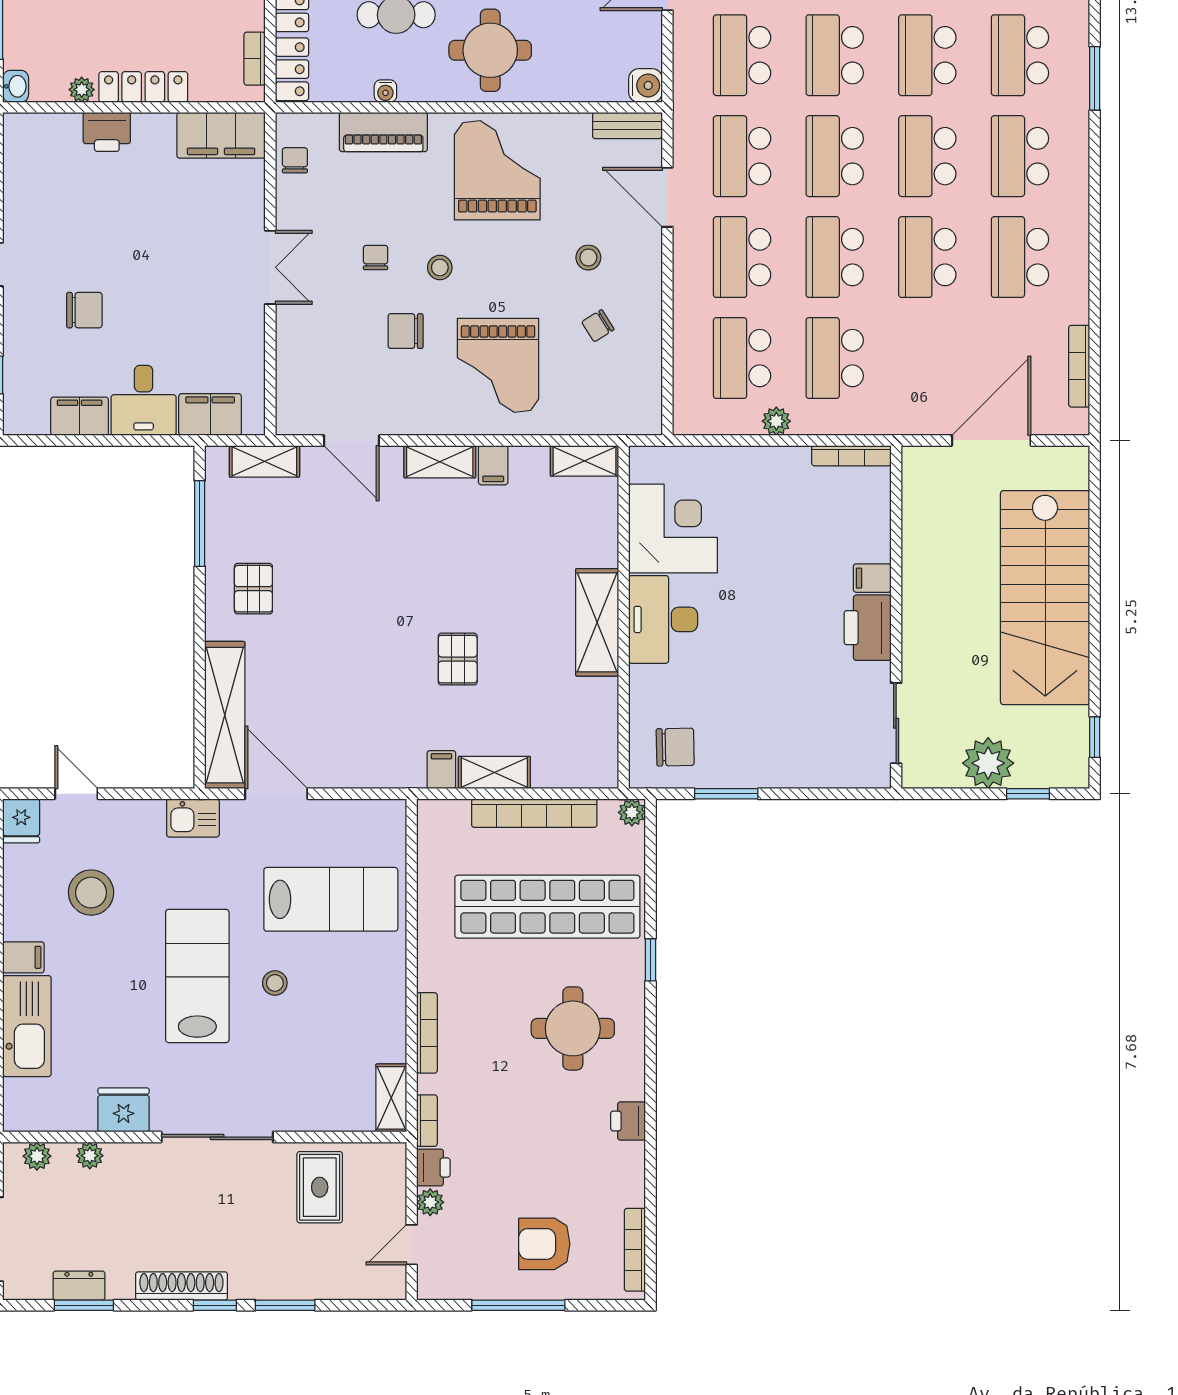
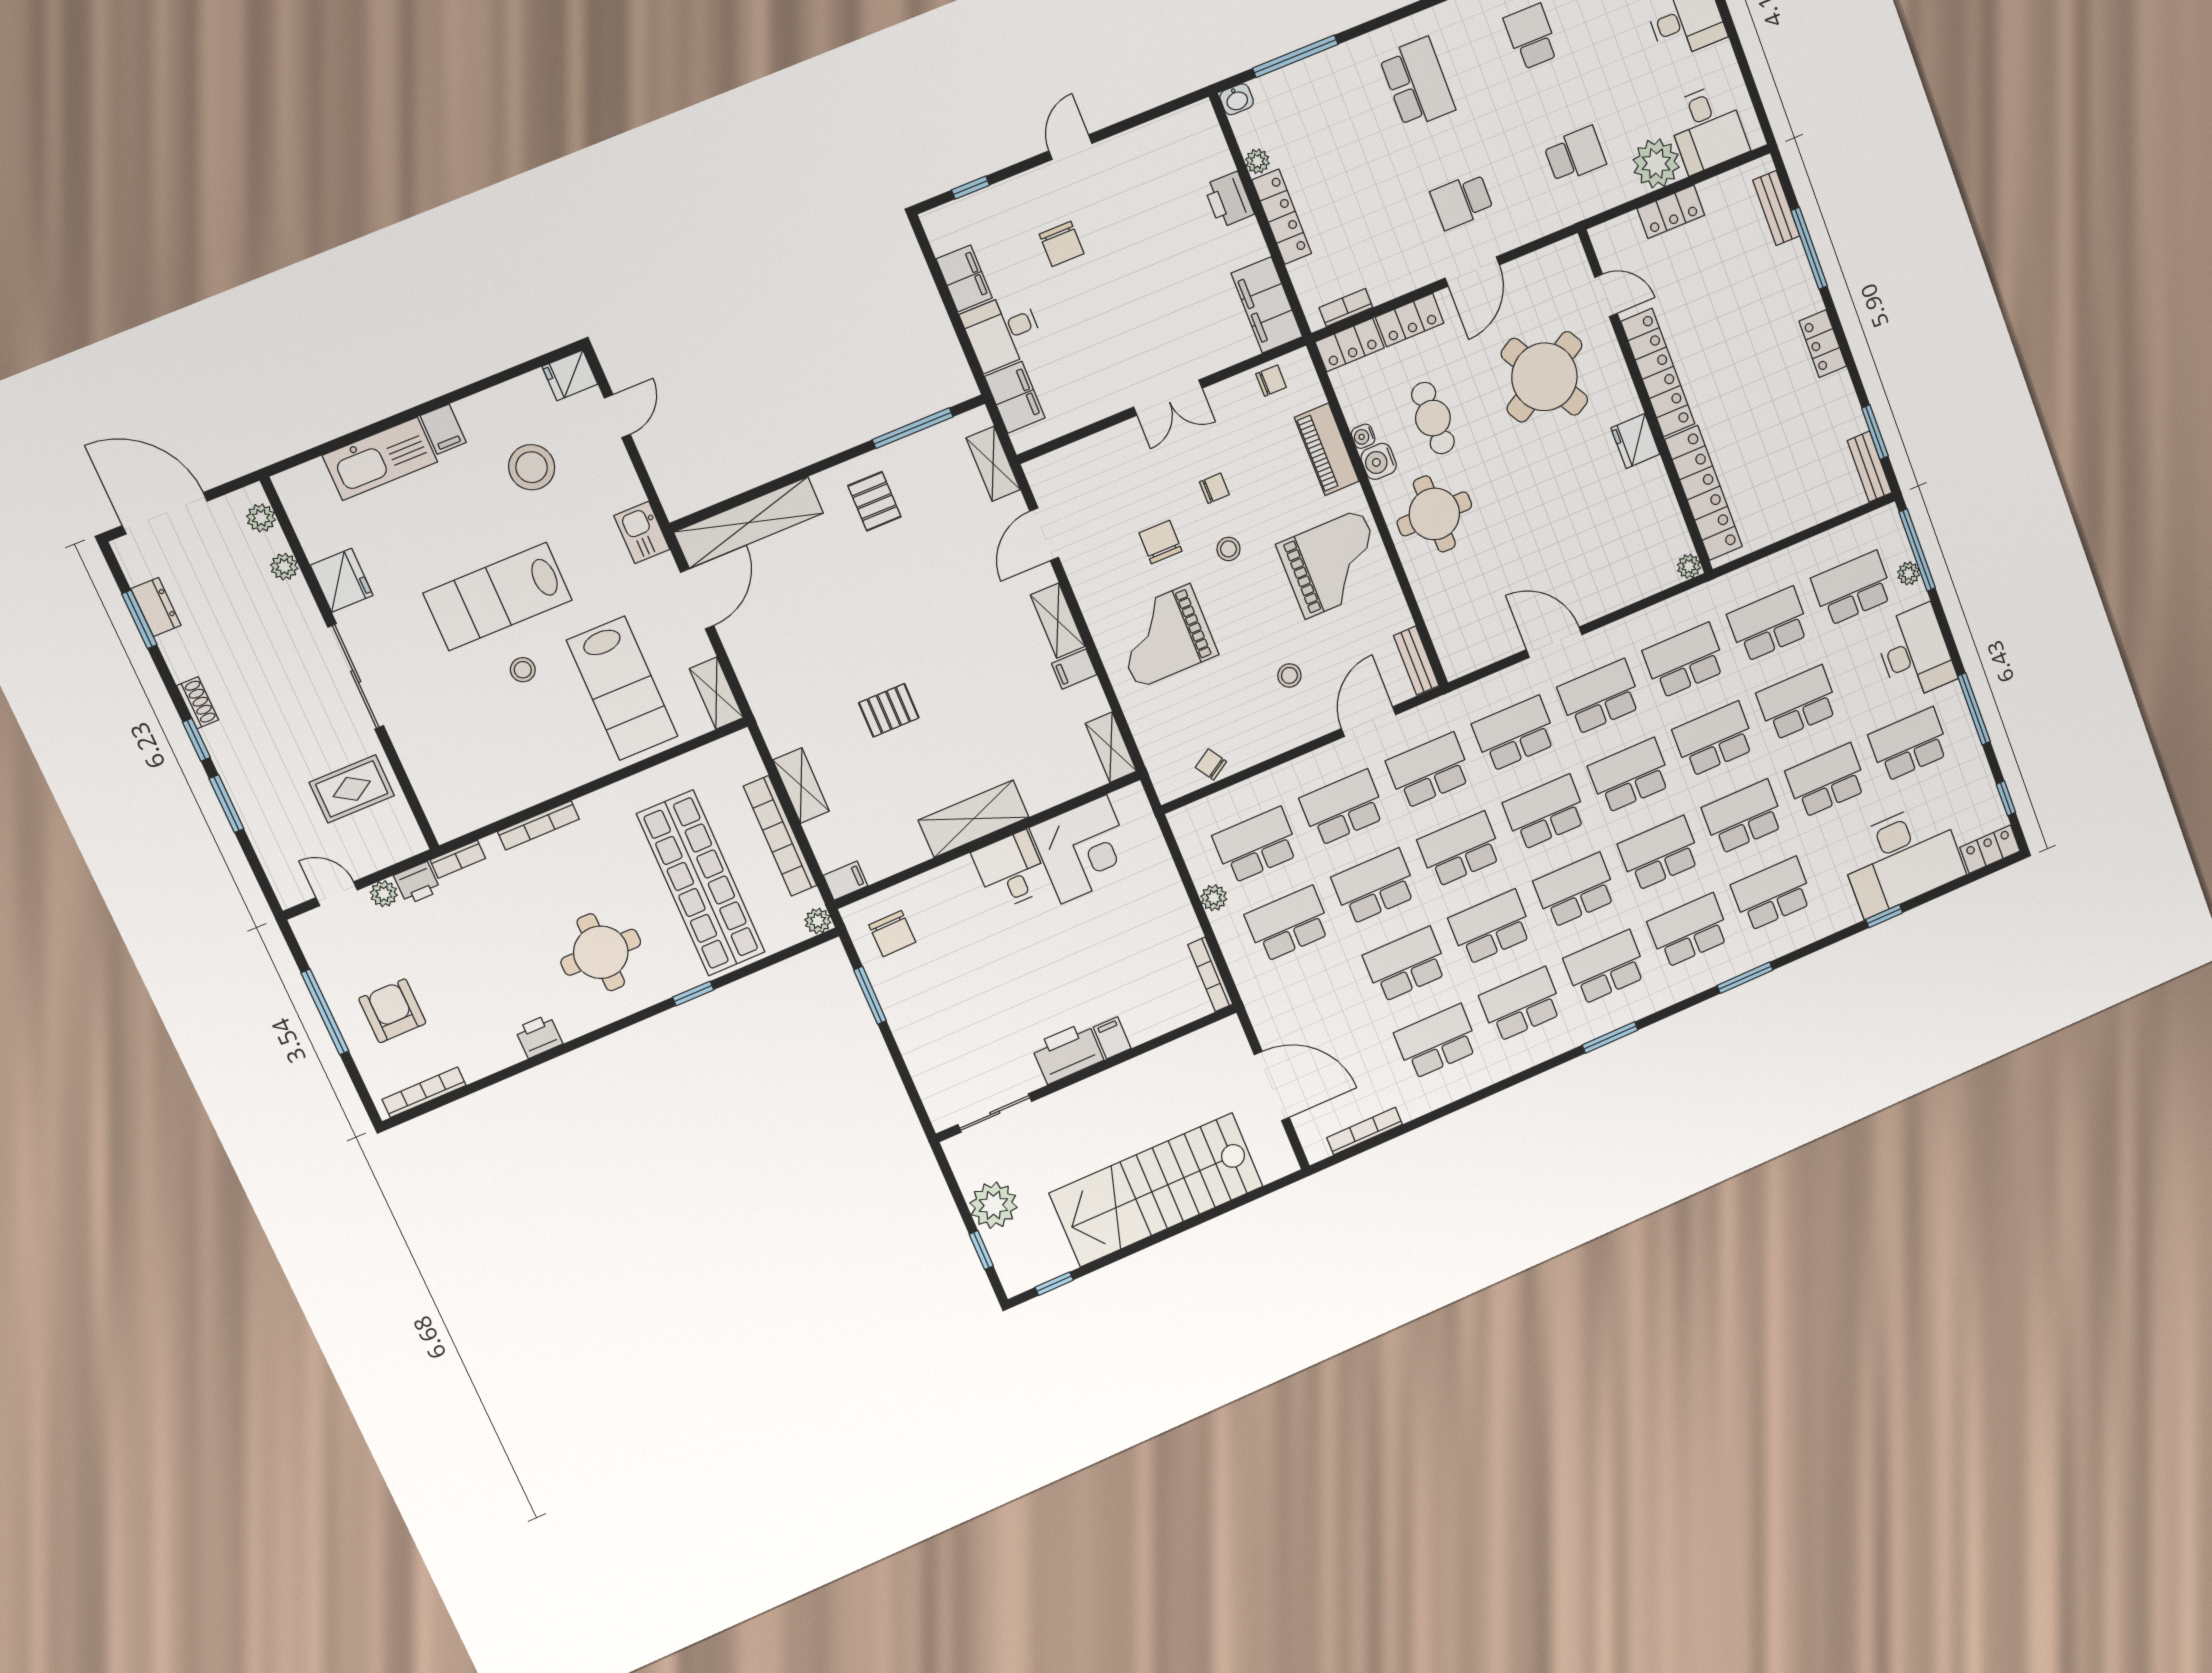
water cooler: (645, 85) -> (1379, 461), moved, turned 90
chair: (598, 326) -> (1211, 764), moved
pallet: (253, 589) -> (874, 501), turned 90
desk: (663, 619) -> (1011, 870), width x0.73
filing cabinet: (441, 770) -> (846, 881), moved
lab bench: (197, 976) -> (498, 597), turned 180
shelving: (391, 1098) -> (716, 693), moved, turned 90
shoe rack: (181, 1286) -> (198, 703), width x0.51, depth x0.81

